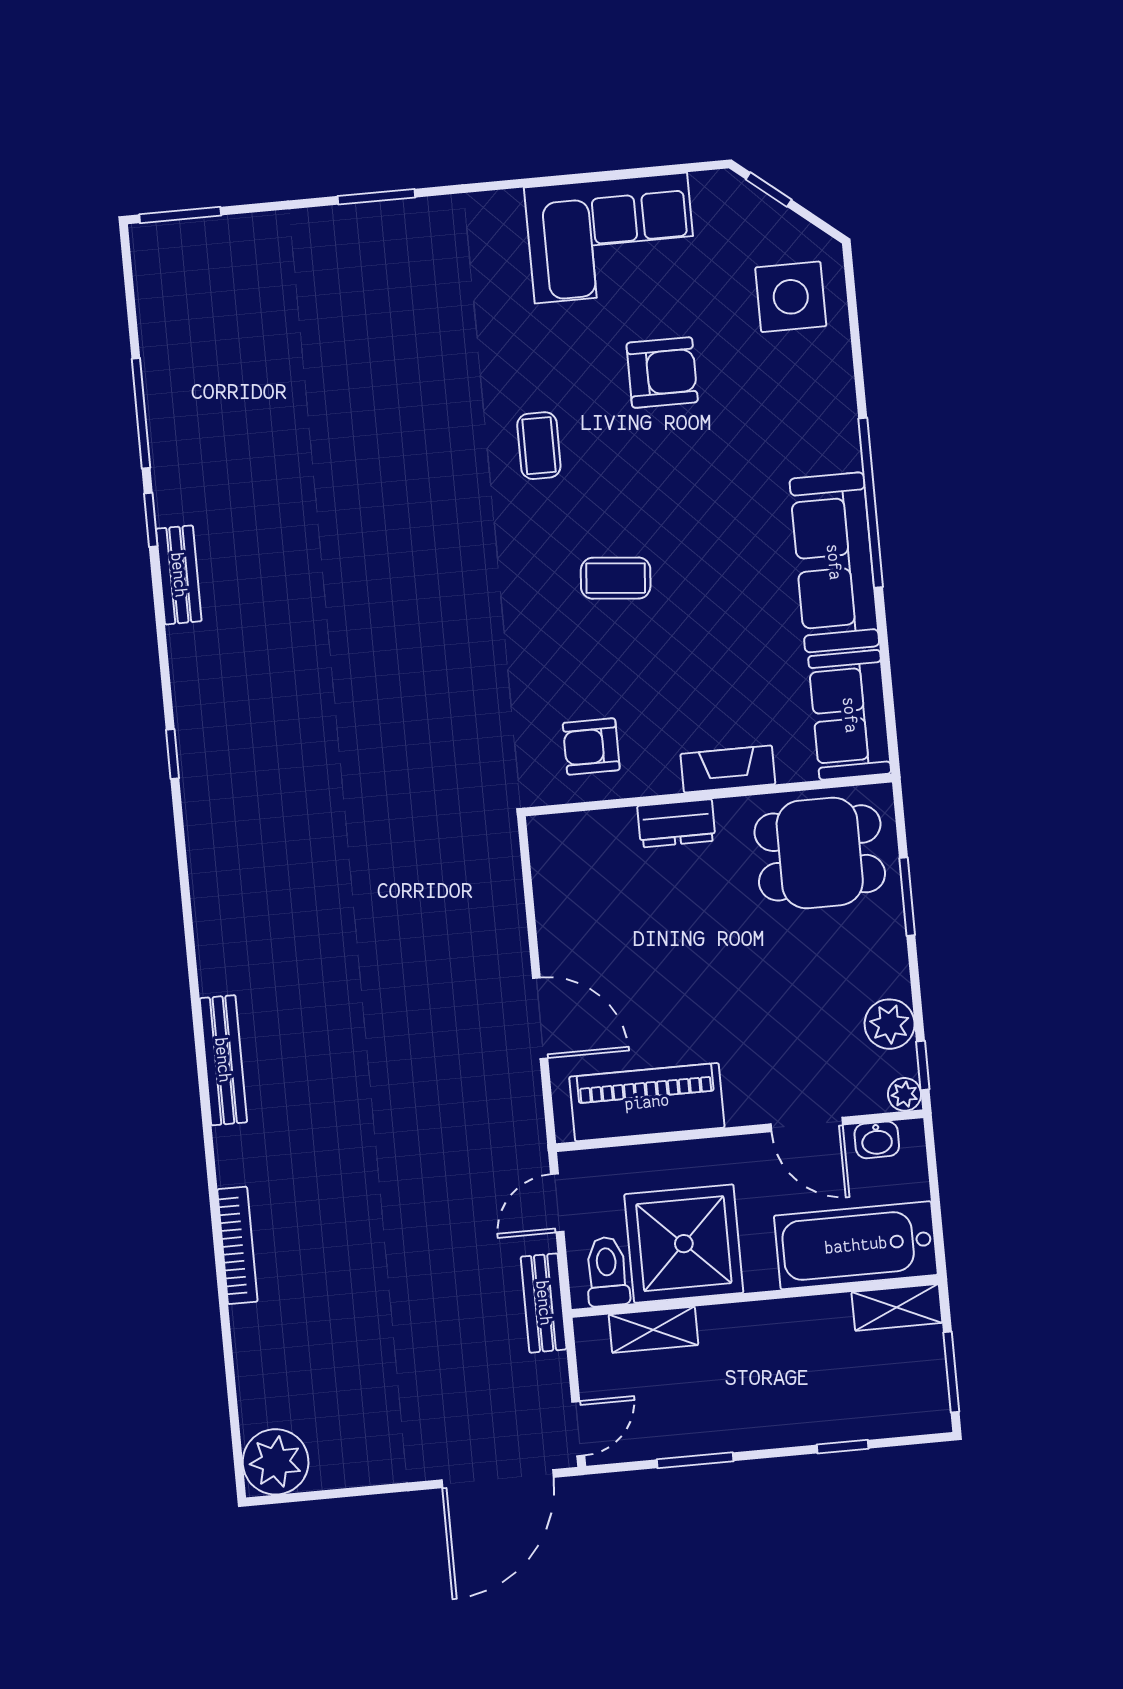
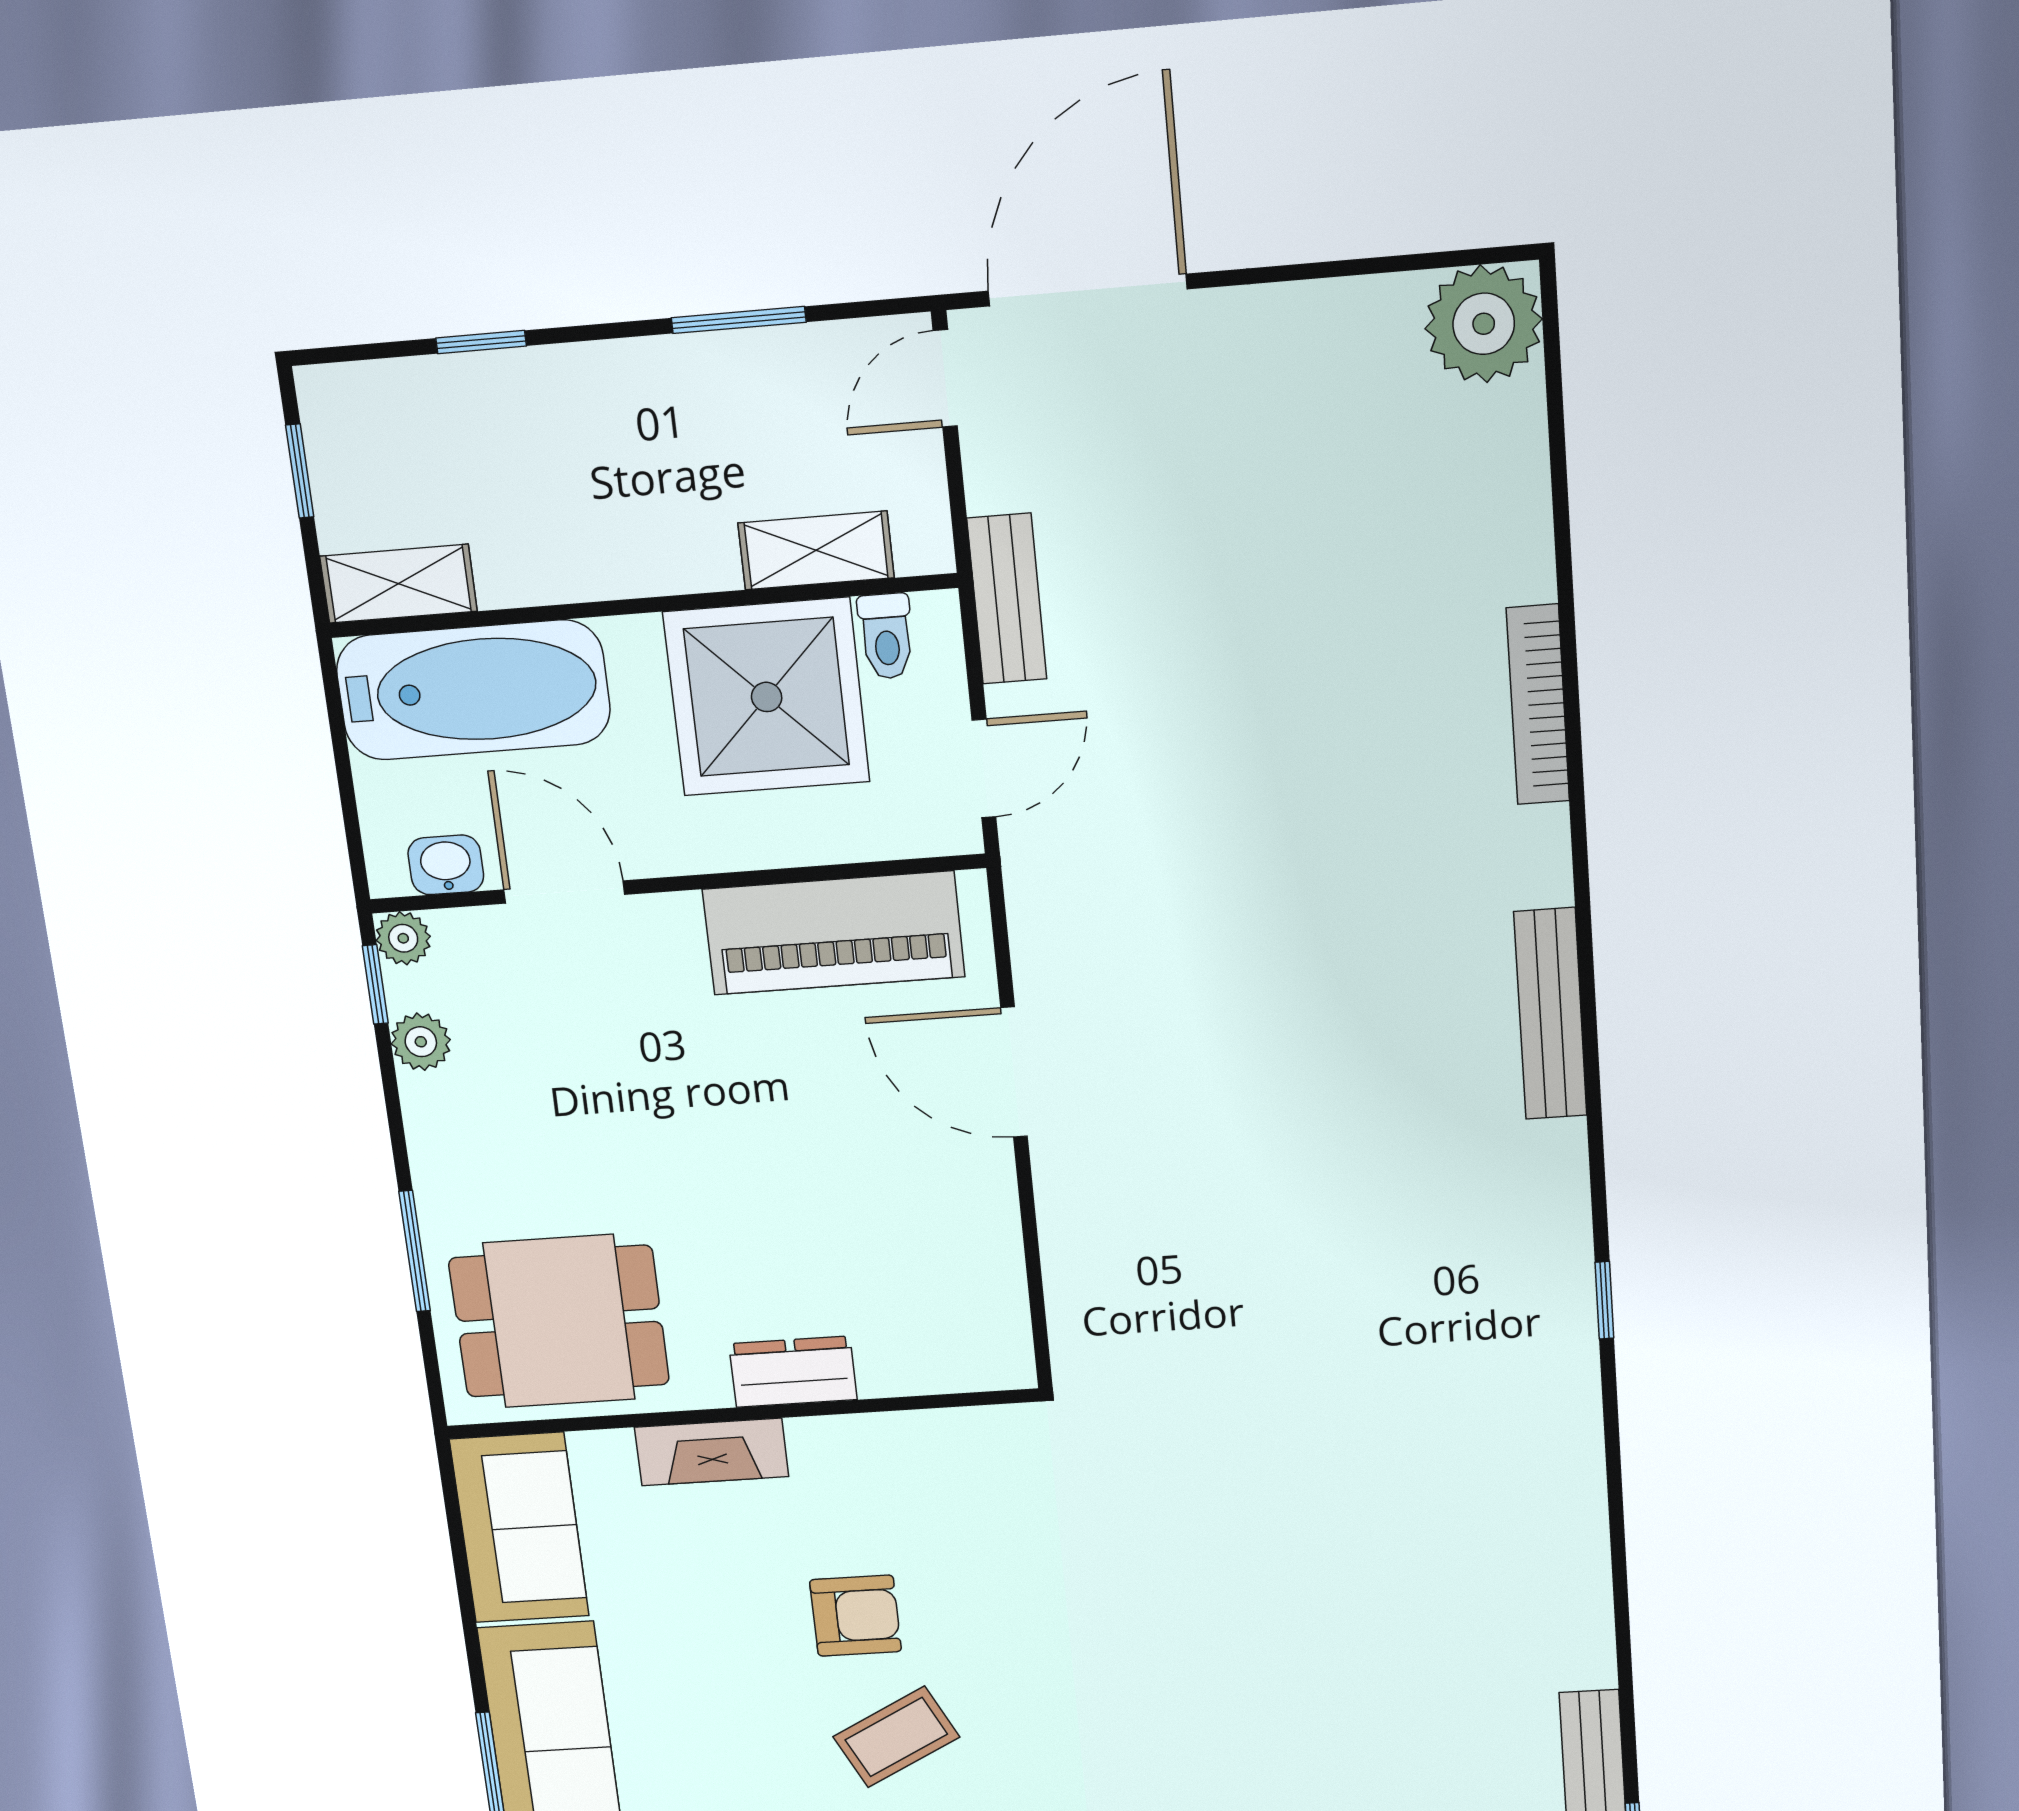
coffee table: (616, 578) -> (896, 1737), turned -32
armchair: (591, 746) -> (856, 1616), moved
window: (173, 754) -> (1604, 1300), moved
plant: (890, 1024) -> (421, 1042), width x0.73, depth x0.73
toilet: (607, 1271) -> (886, 636), width x0.73, depth x0.72
window: (951, 1372) -> (300, 471), width x0.67

